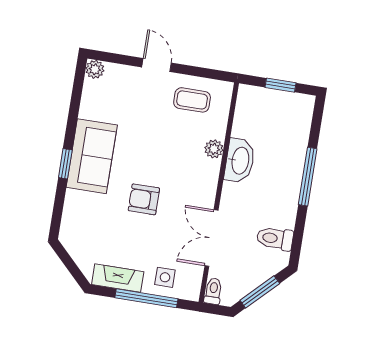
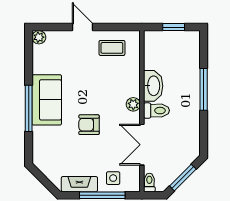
plant: (214, 149) -> (133, 104), moved
window: (65, 164) -> (29, 108), width x2.17
toilet: (275, 239) -> (156, 111), moved, turned 180

